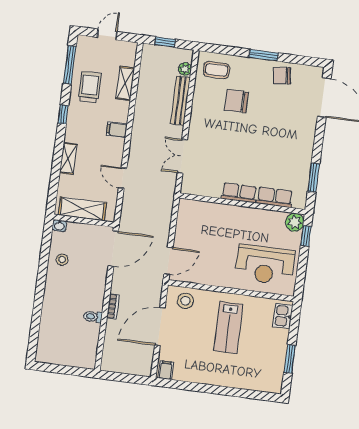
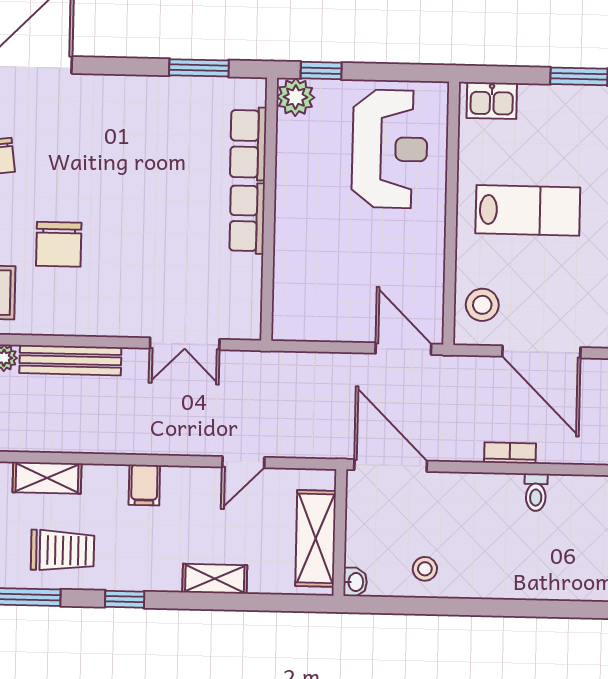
trolley: (90, 87) -> (62, 550), turned 180

